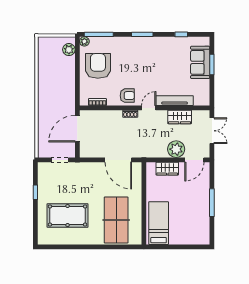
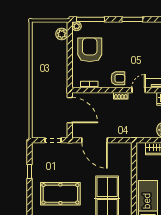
door: (77, 129) -> (70, 110), swing flipped
door: (118, 160) -> (95, 140), moved

